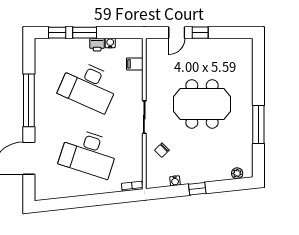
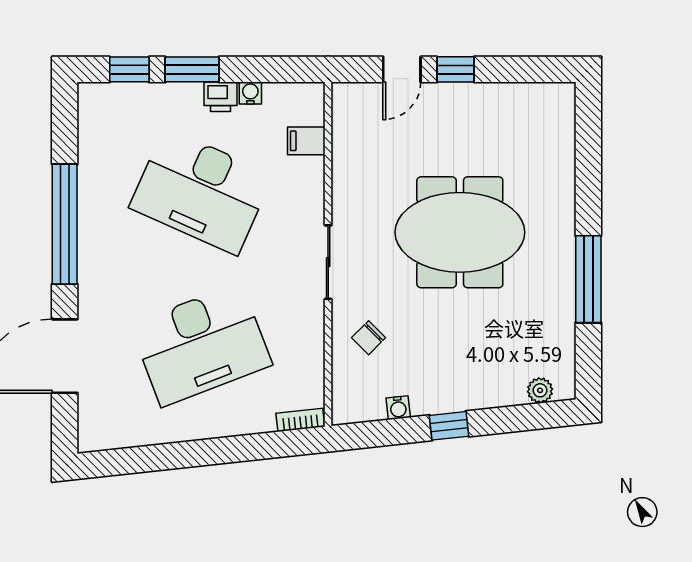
desk: (89, 153) -> (201, 345), turned -39

